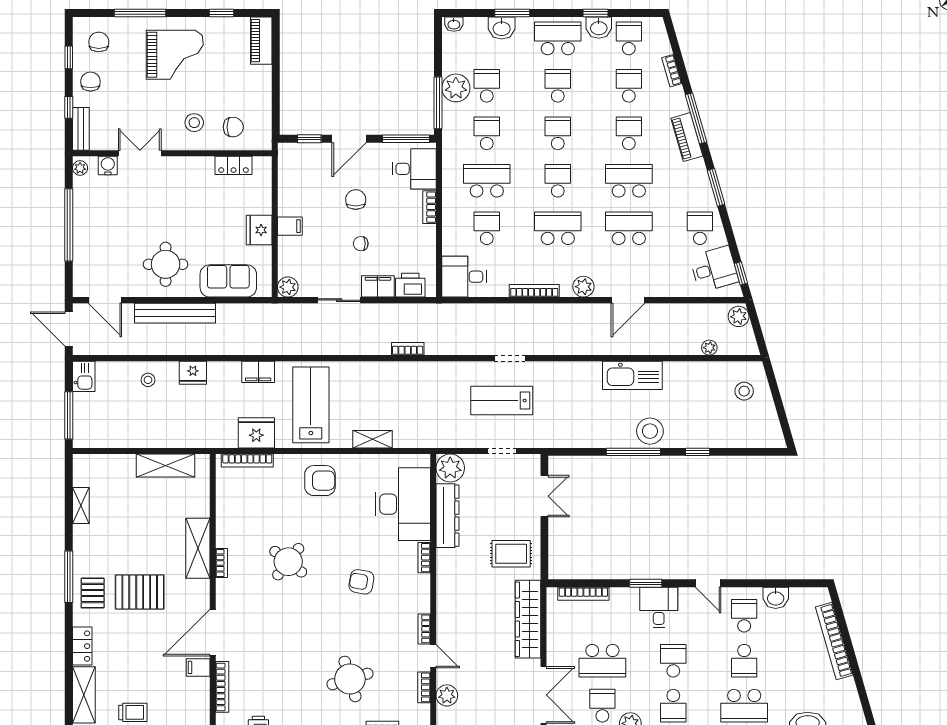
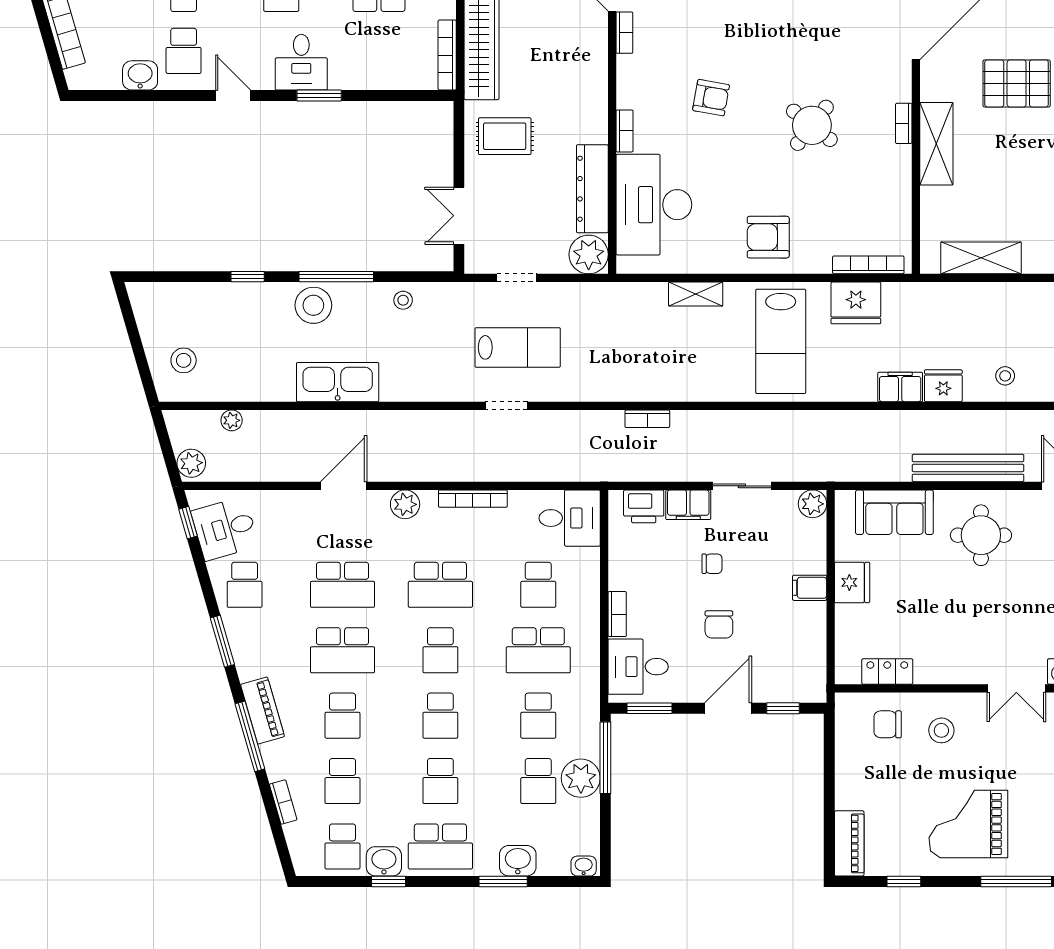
window: (406, 139) -> (650, 708), width x0.69
filing cabinet: (258, 372) -> (900, 387), moved
stool: (585, 435) -> (403, 300), added
bookcase: (583, 594) -> (447, 55), moved, turned -90

